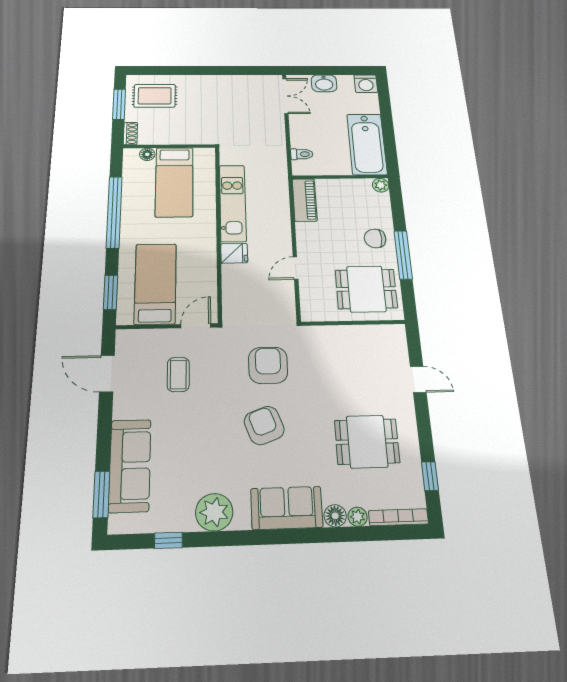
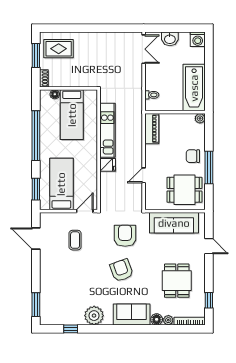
dining table: (367, 442) -> (177, 281), turned 90
sofa: (130, 465) -> (174, 223), moved, turned 90

